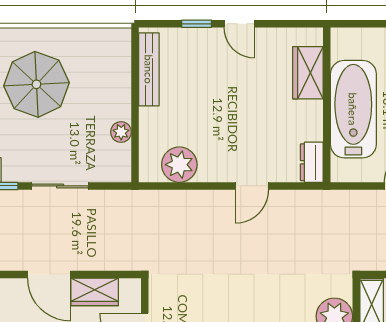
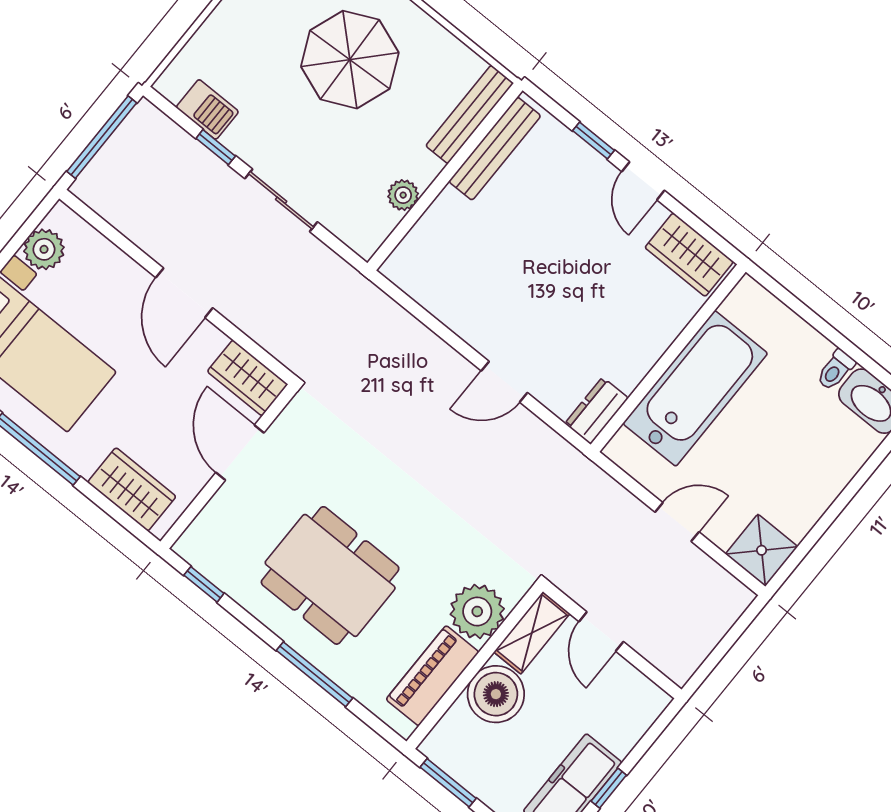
bench: (122, 62) -> (470, 114), added
wardrobe: (308, 73) -> (689, 255), moved, turned -90
plant: (179, 165) -> (440, 288), removed
wardrobe: (95, 292) -> (248, 378), moved

